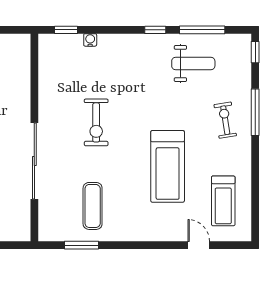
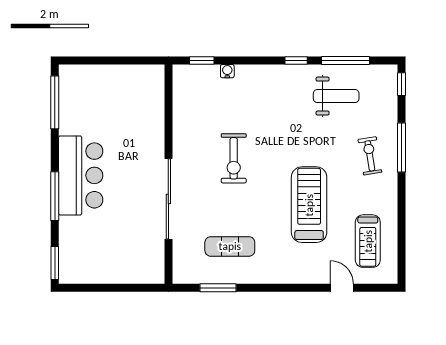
treadmill: (168, 166) -> (309, 205), turned 180
exercise mat: (93, 206) -> (230, 246), turned 90

